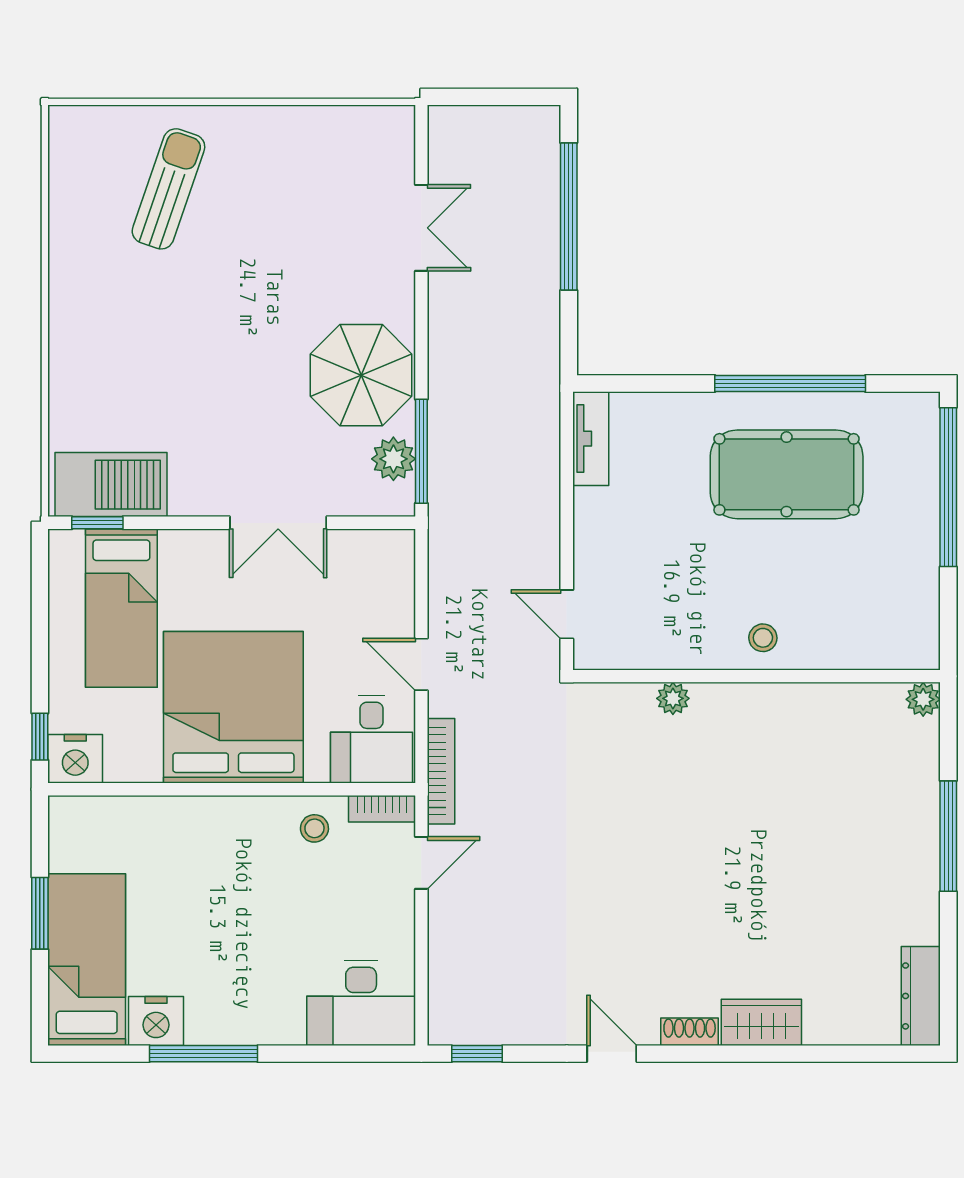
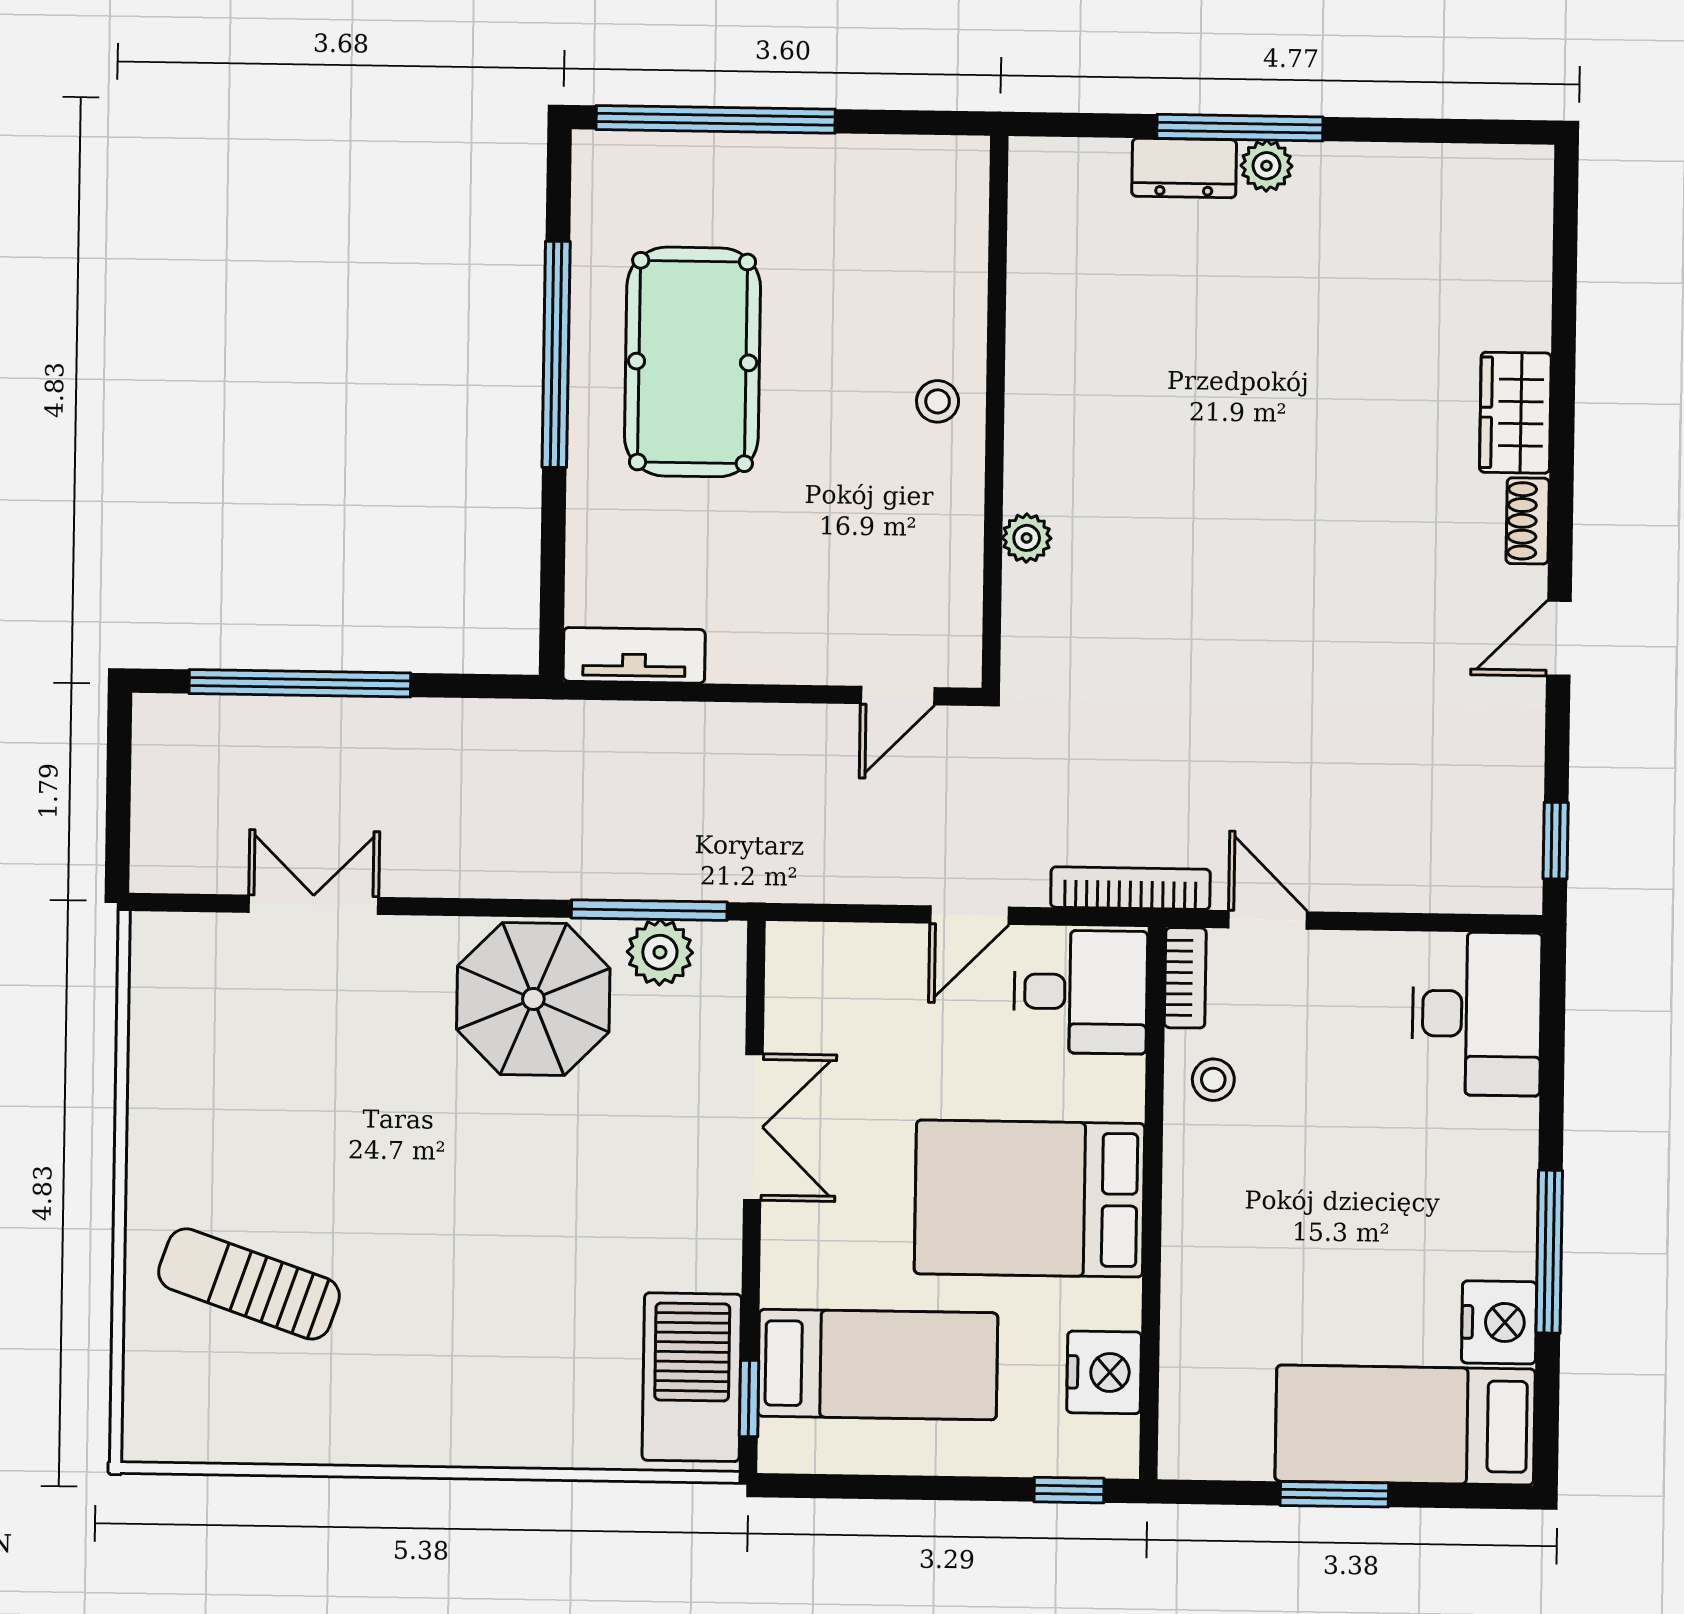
plant: (923, 699) -> (1267, 166), moved
bed: (233, 707) -> (1030, 1199), width x0.73
nightstand: (75, 759) -> (1104, 1372), moved
dresser: (921, 996) -> (1184, 168), moved, width x0.70

